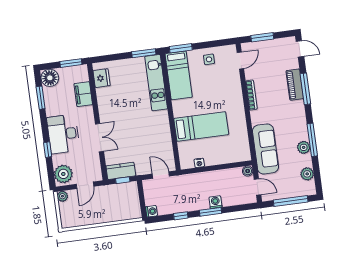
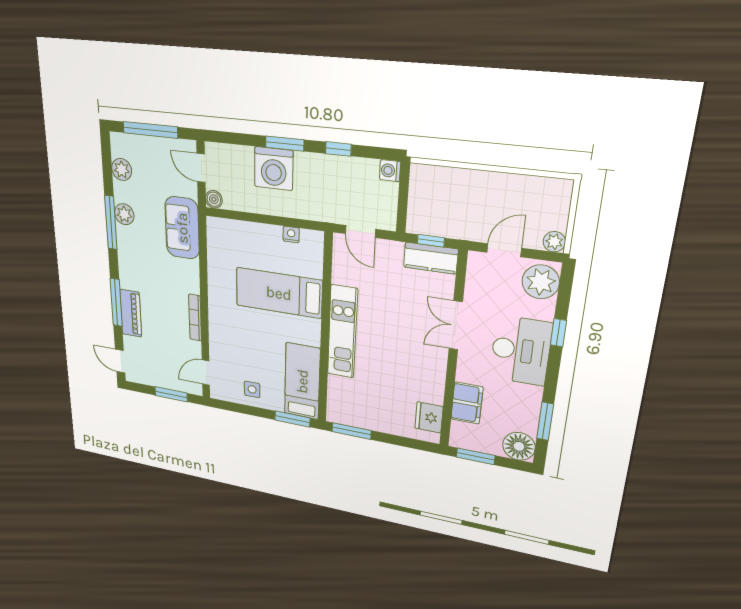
kitchen unit: (156, 83) -> (342, 332), moved
sofa: (265, 149) -> (182, 228), width x0.73
washing machine: (215, 202) -> (274, 169), width x1.89, depth x1.89

